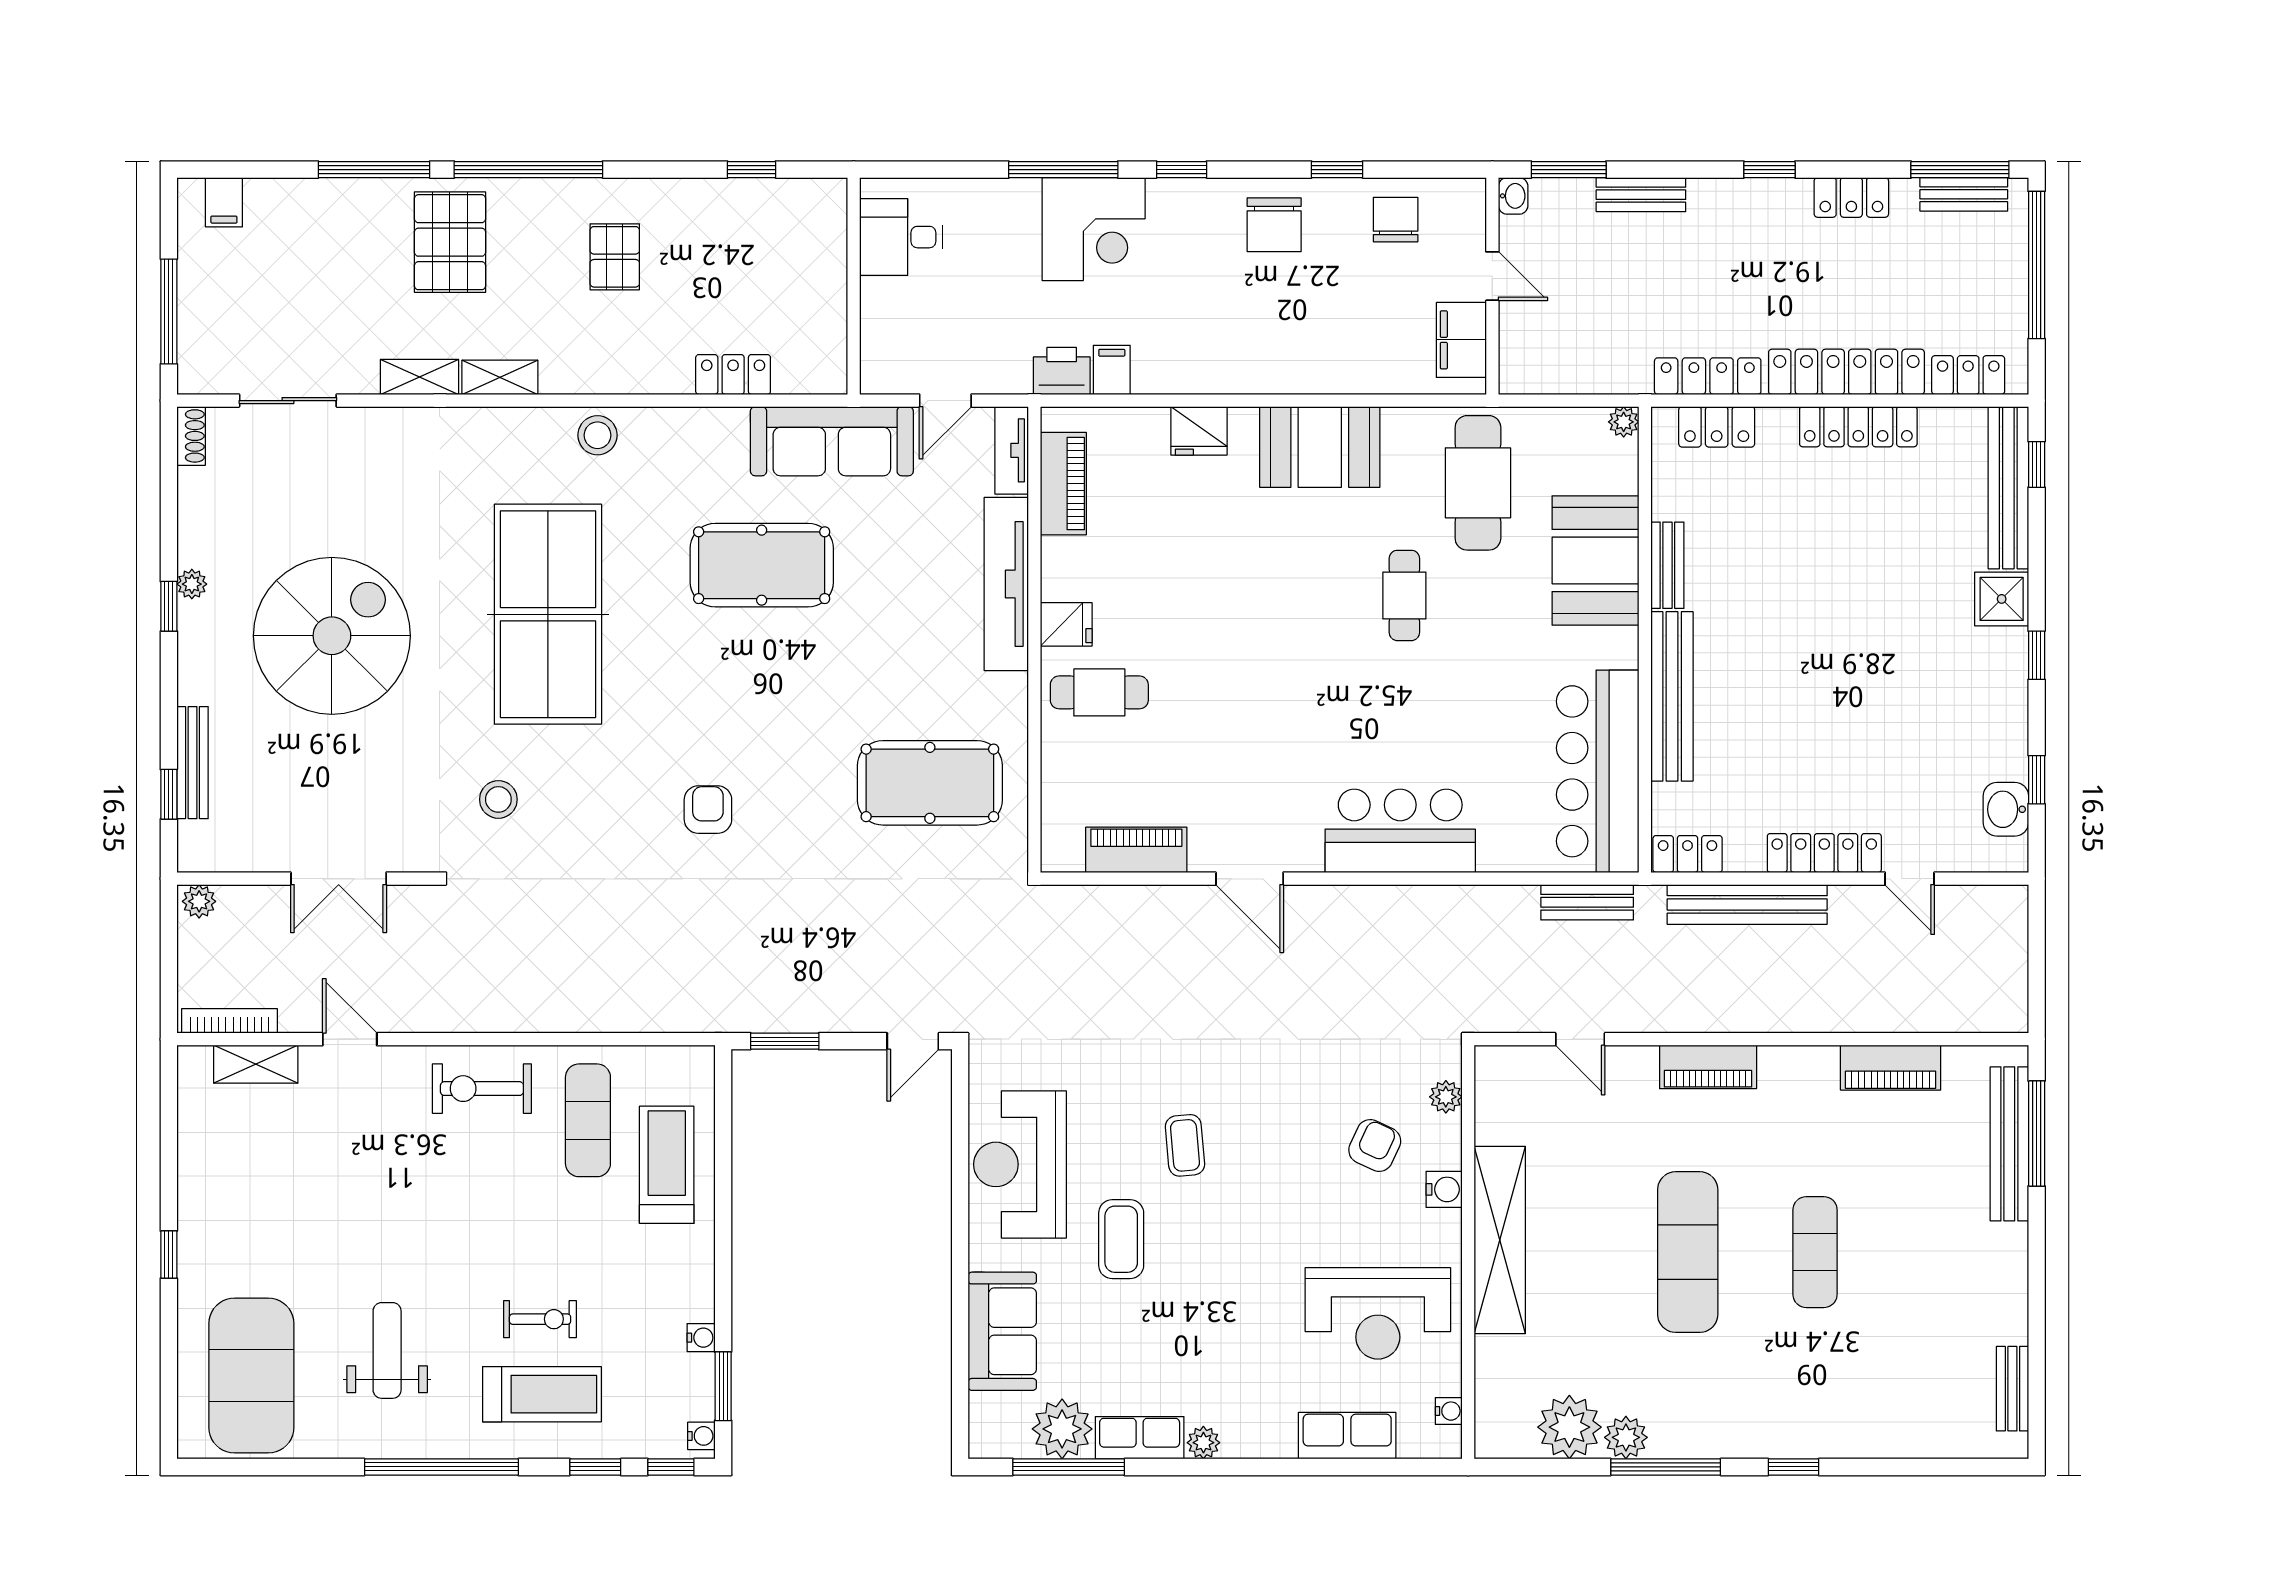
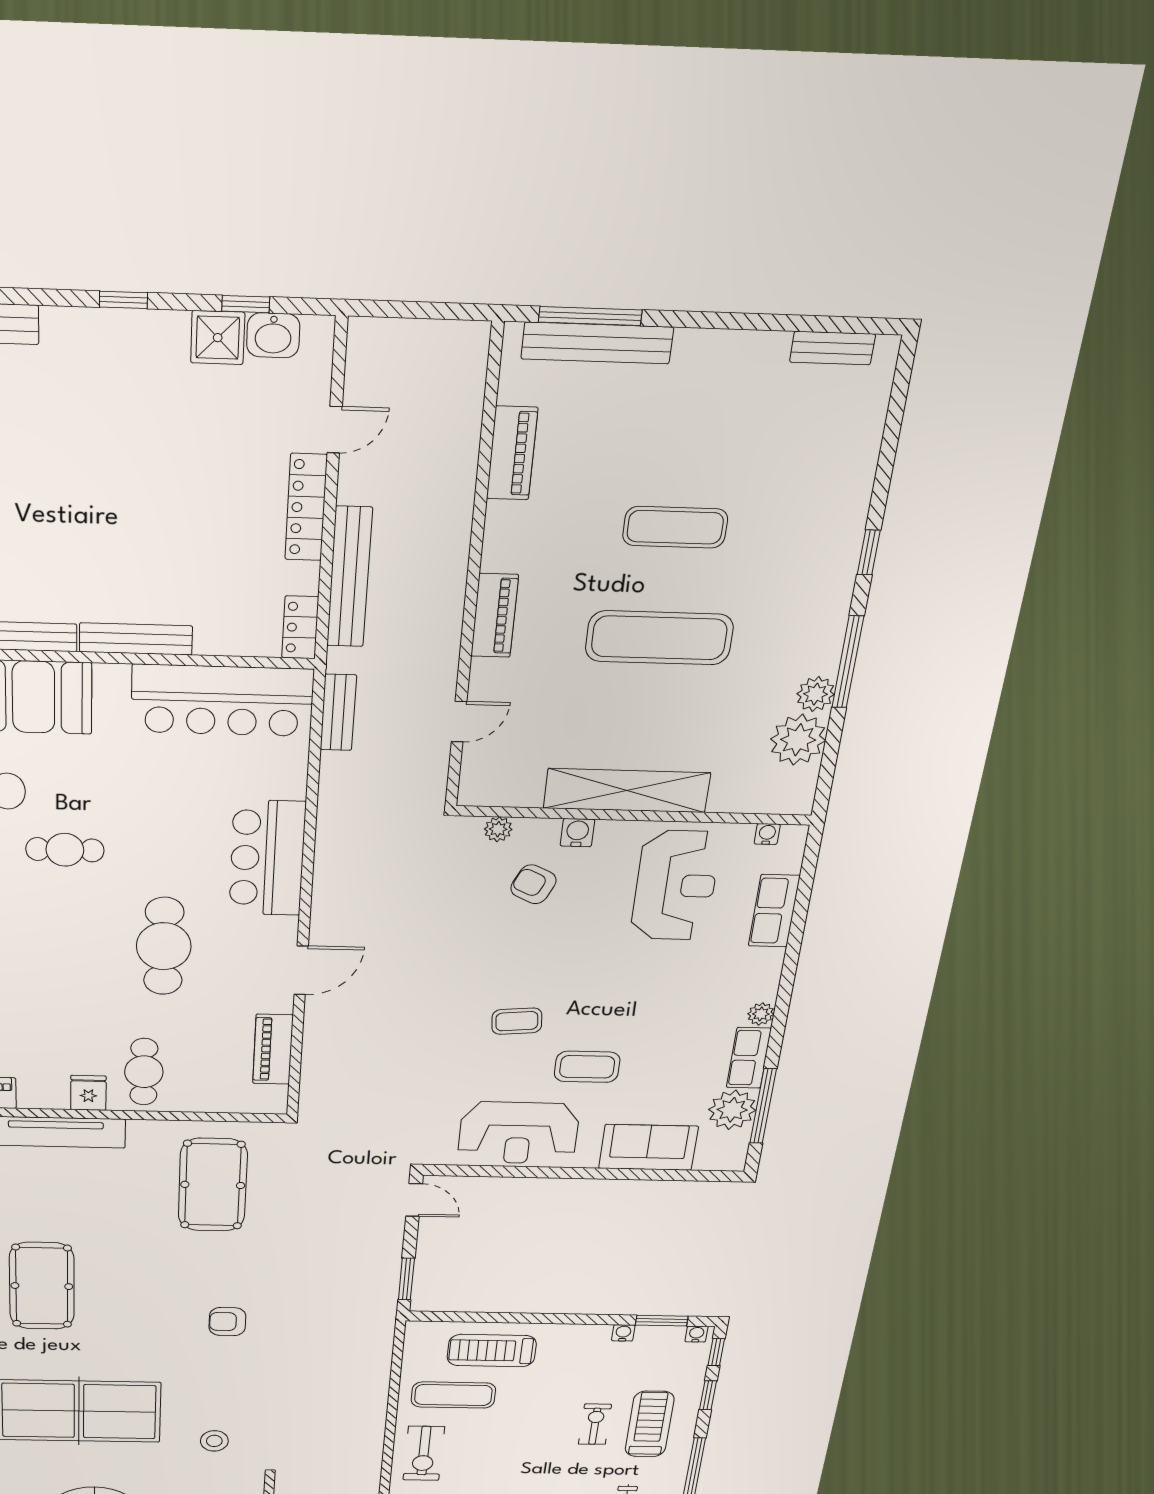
shower: (2002, 599) -> (218, 338), moved
bench: (1672, 696) -> (136, 639), width x0.73, depth x0.82
cafe table: (1278, 713) -> (164, 946), added

